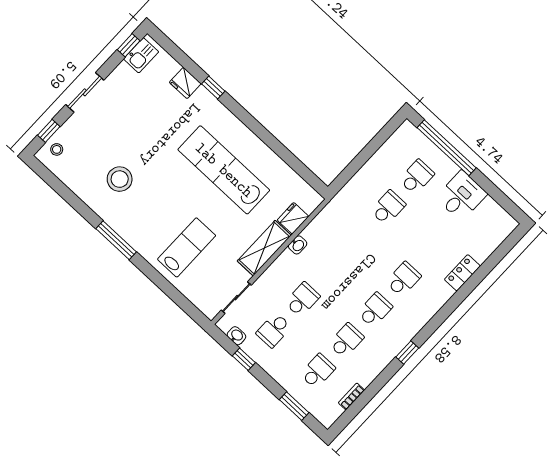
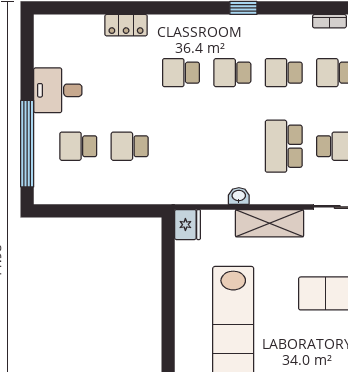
fridge: (293, 218) -> (187, 225), moved, turned -90
school desk: (302, 300) -> (284, 146), width x1.85

